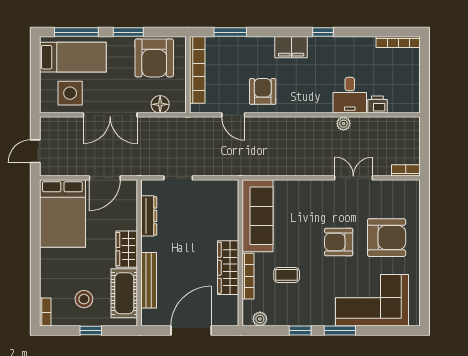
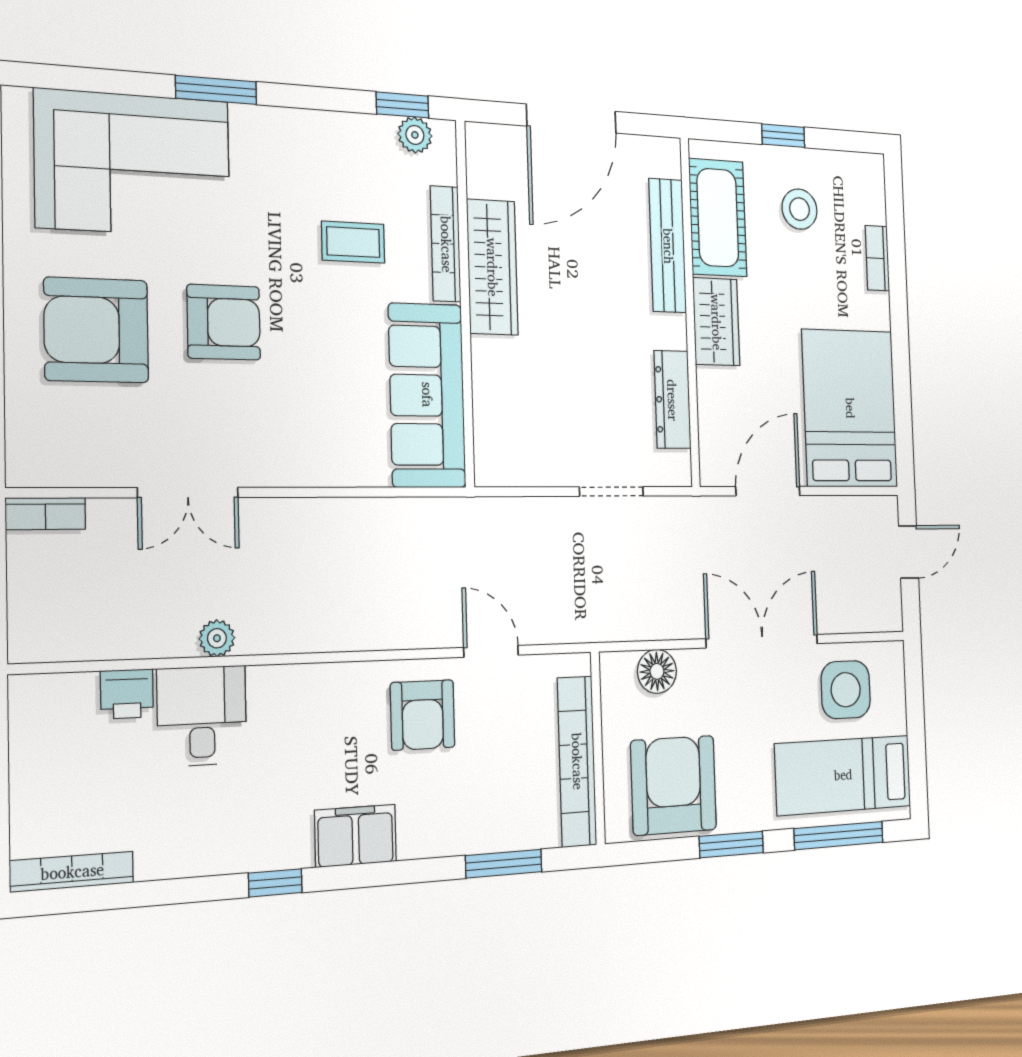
bookcase: (45, 312) -> (877, 258), moved
window: (300, 331) -> (402, 105), moved

